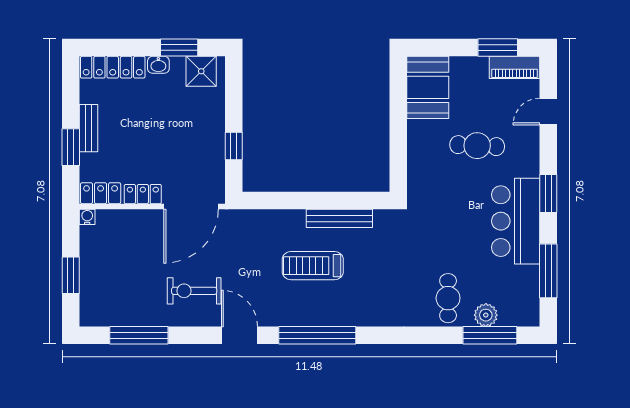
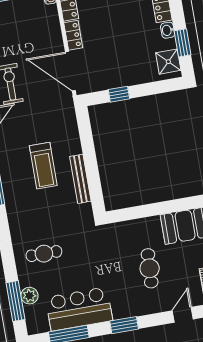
door: (548, 112) -> (183, 315), hinge flipped
bar counter: (516, 221) -> (79, 309), moved
treadmill: (313, 266) -> (43, 166), turned 180
cafe table: (448, 298) -> (44, 254), moved

